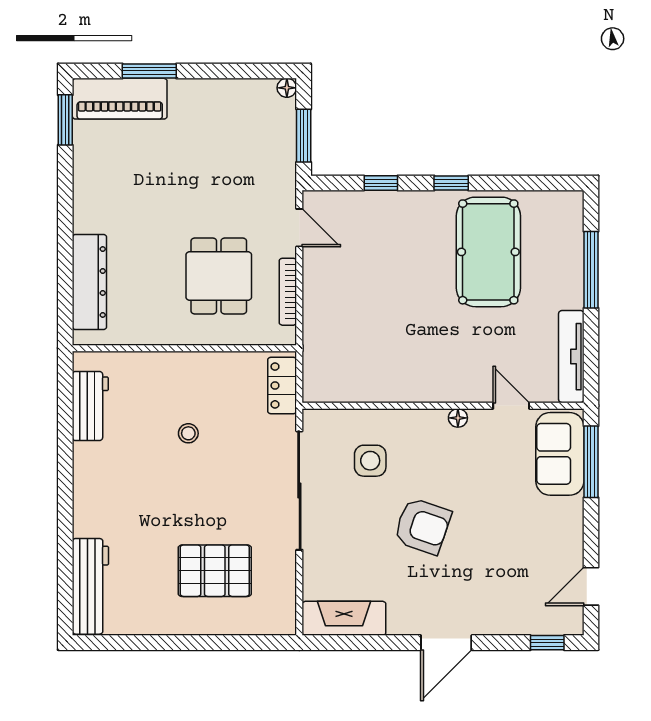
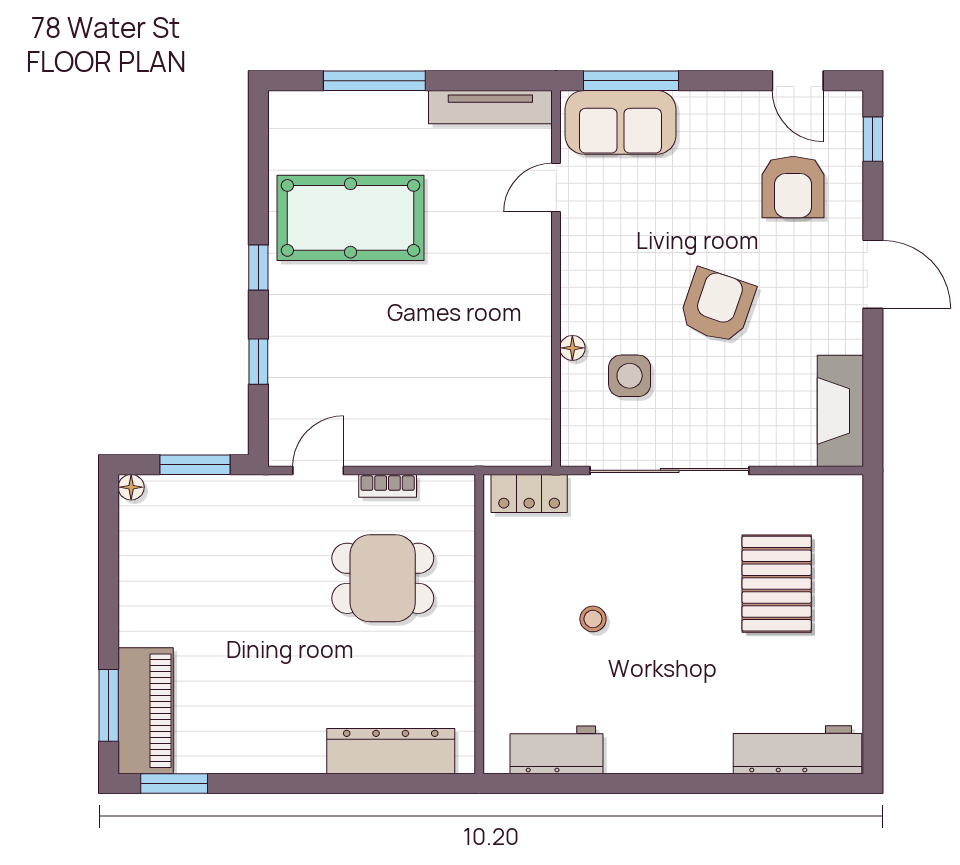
window: (149, 71) -> (109, 705), moved
bookcase: (288, 292) -> (388, 486), width x0.64
floor lamp: (458, 418) -> (572, 348), moved
armchair: (511, 583) -> (793, 187), added

